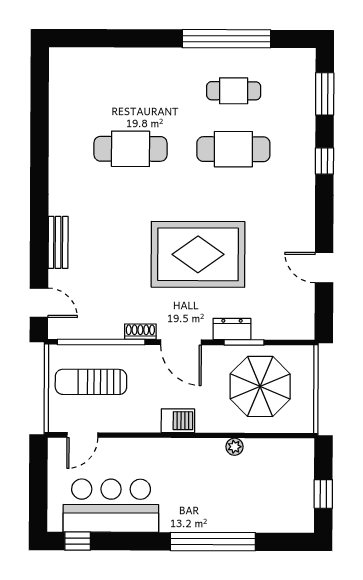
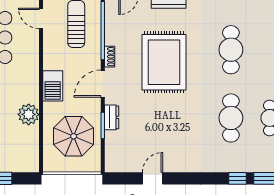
window: (324, 161) -> (238, 178), moved
rug: (198, 254) -> (164, 62), moved
barbecue: (178, 421) -> (53, 86), width x1.38, depth x1.27
plant: (235, 447) -> (29, 114), width x1.87, depth x1.87

